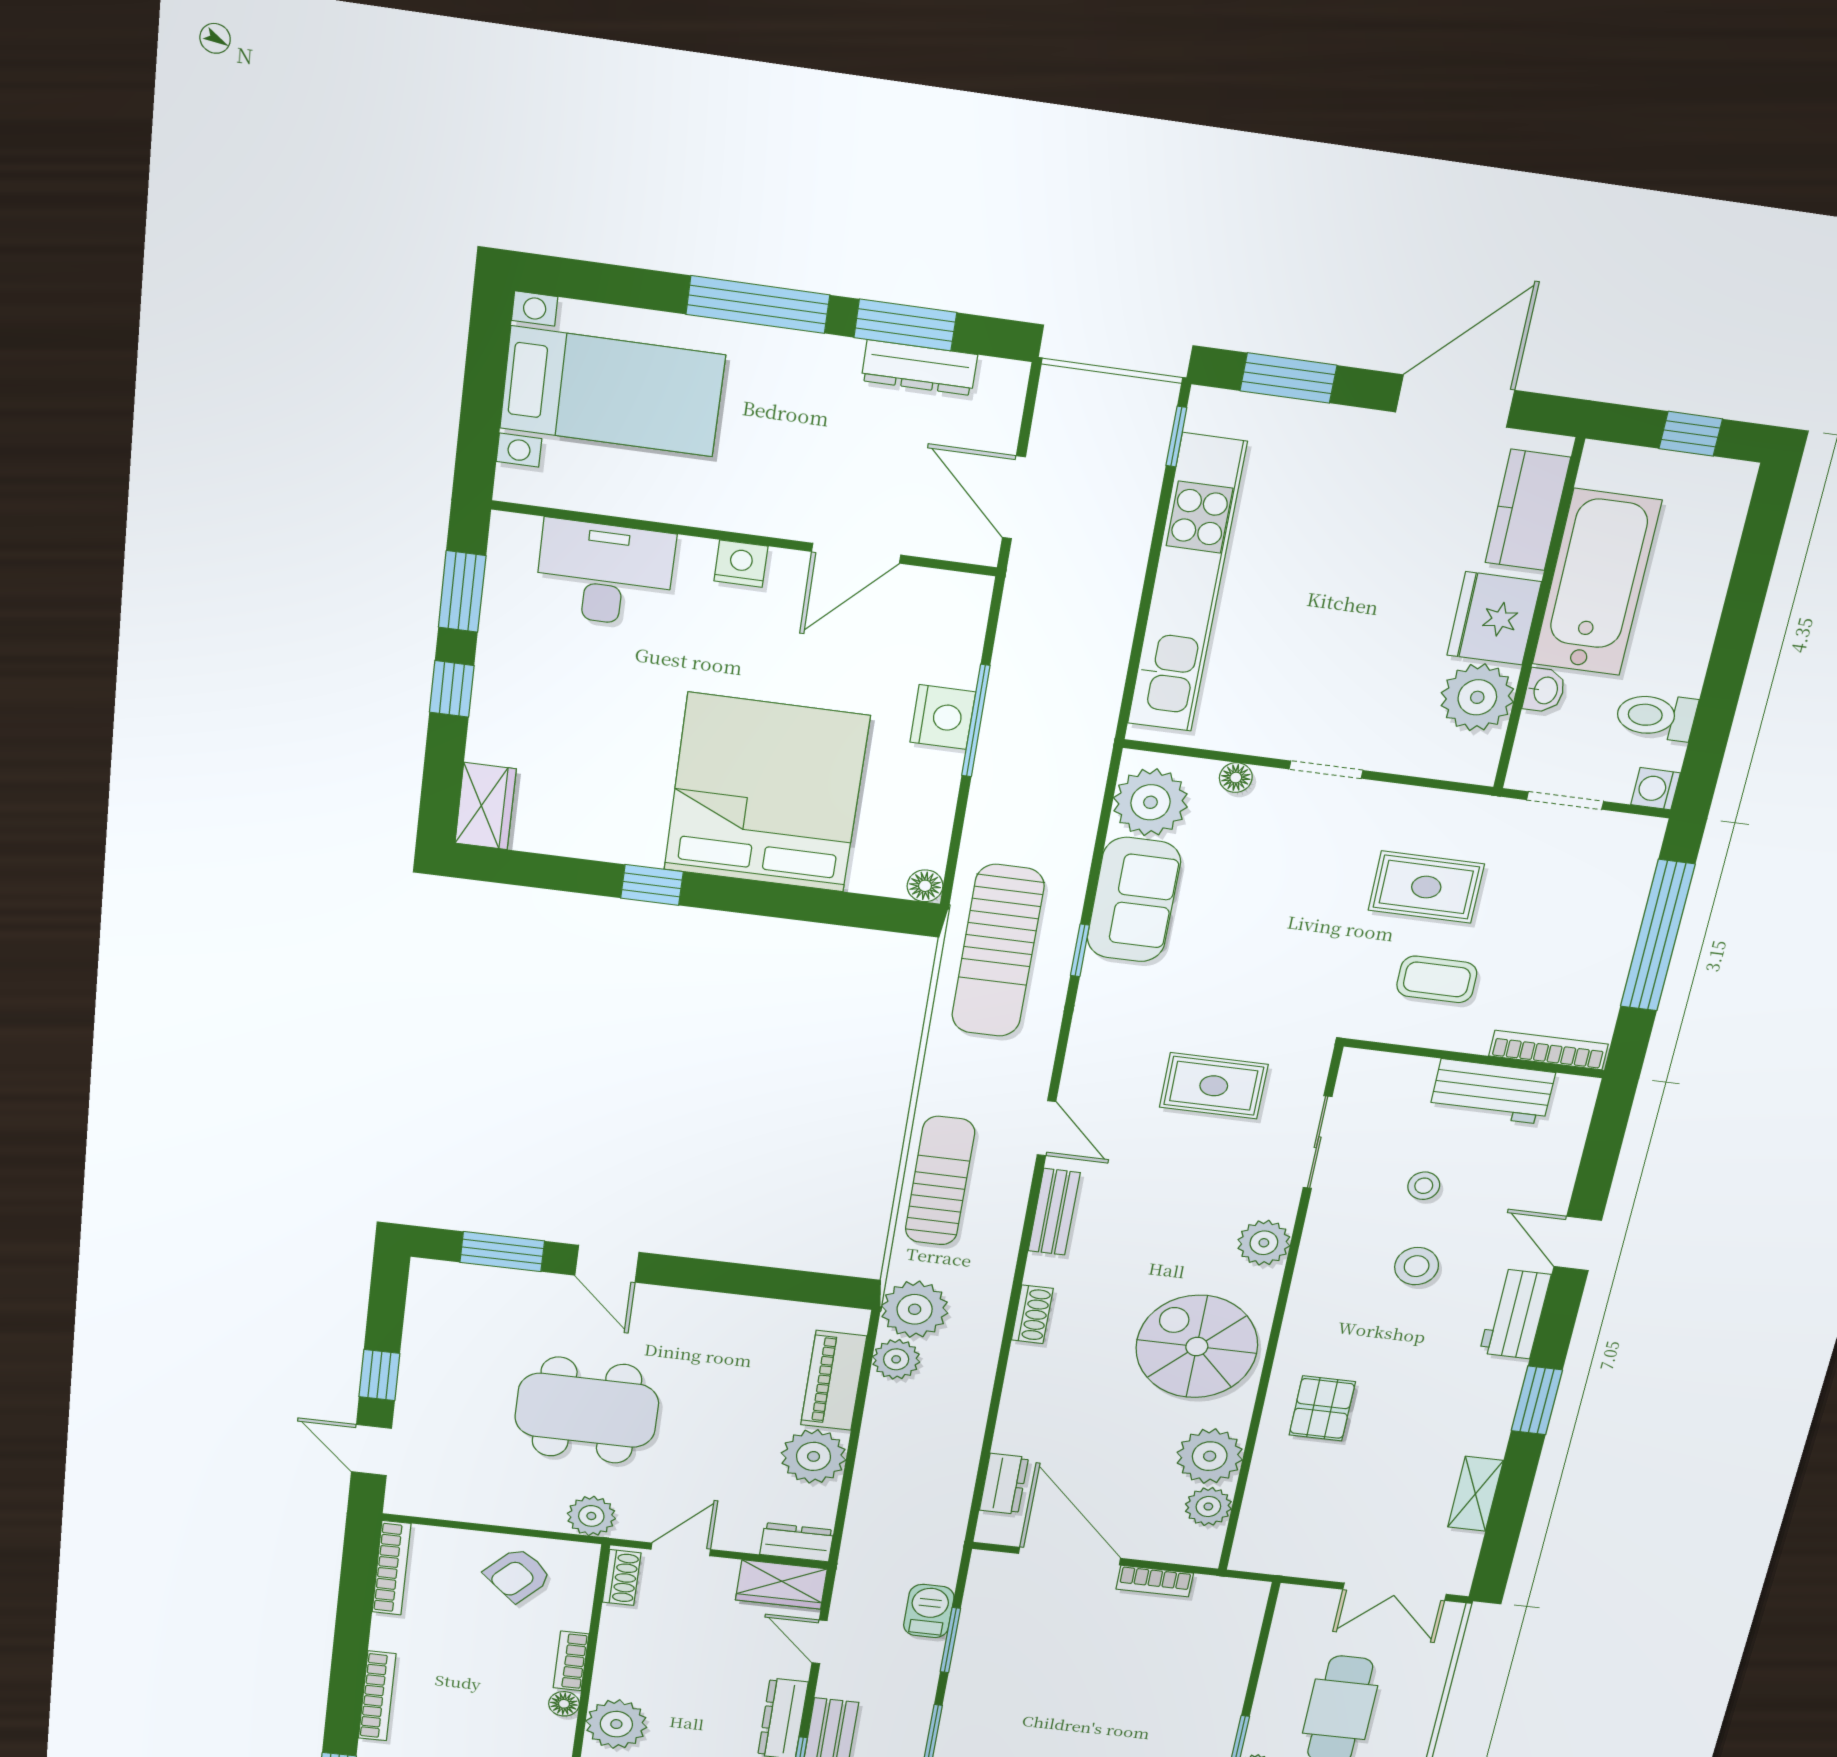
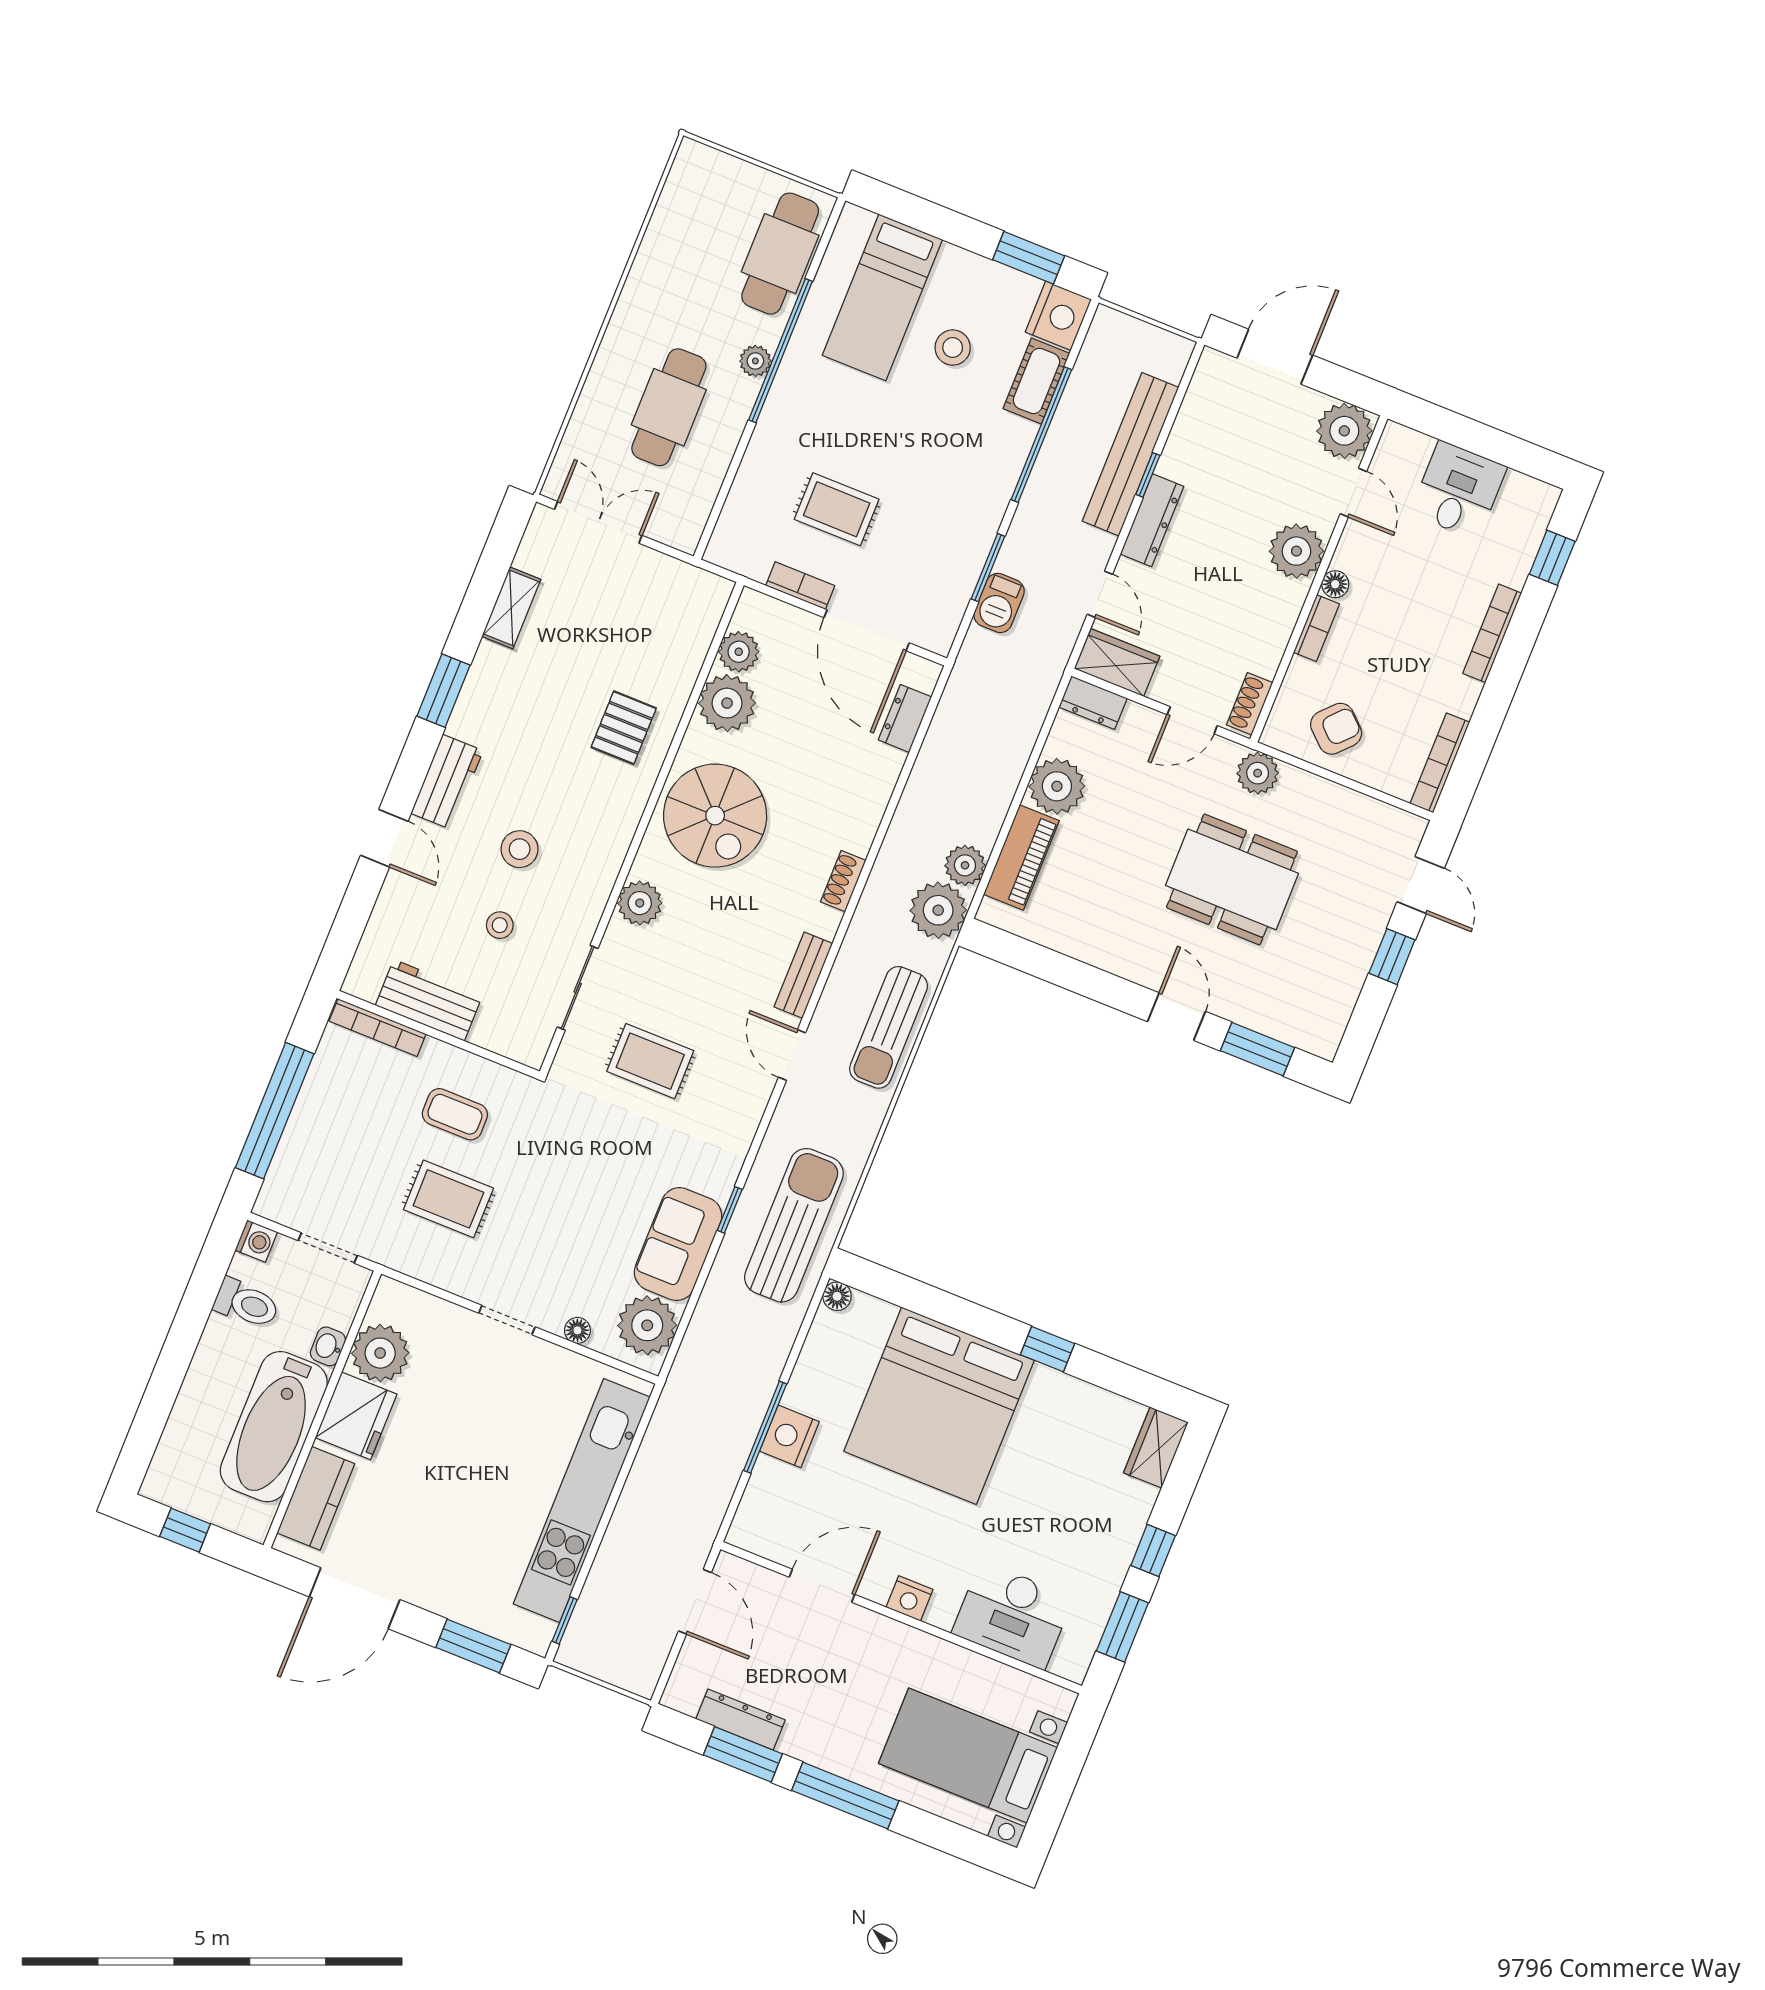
rug: (1132, 1658) -> (837, 509), added

